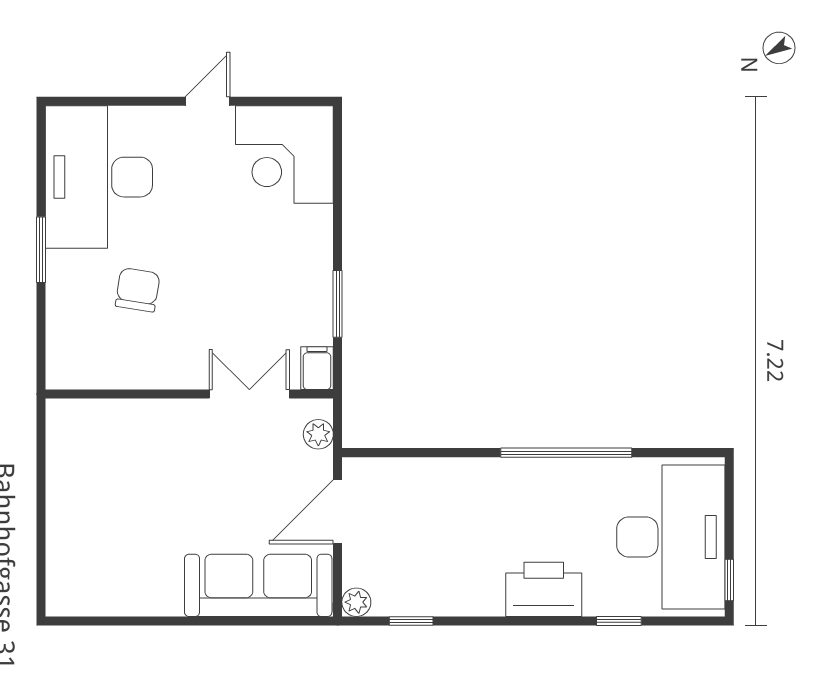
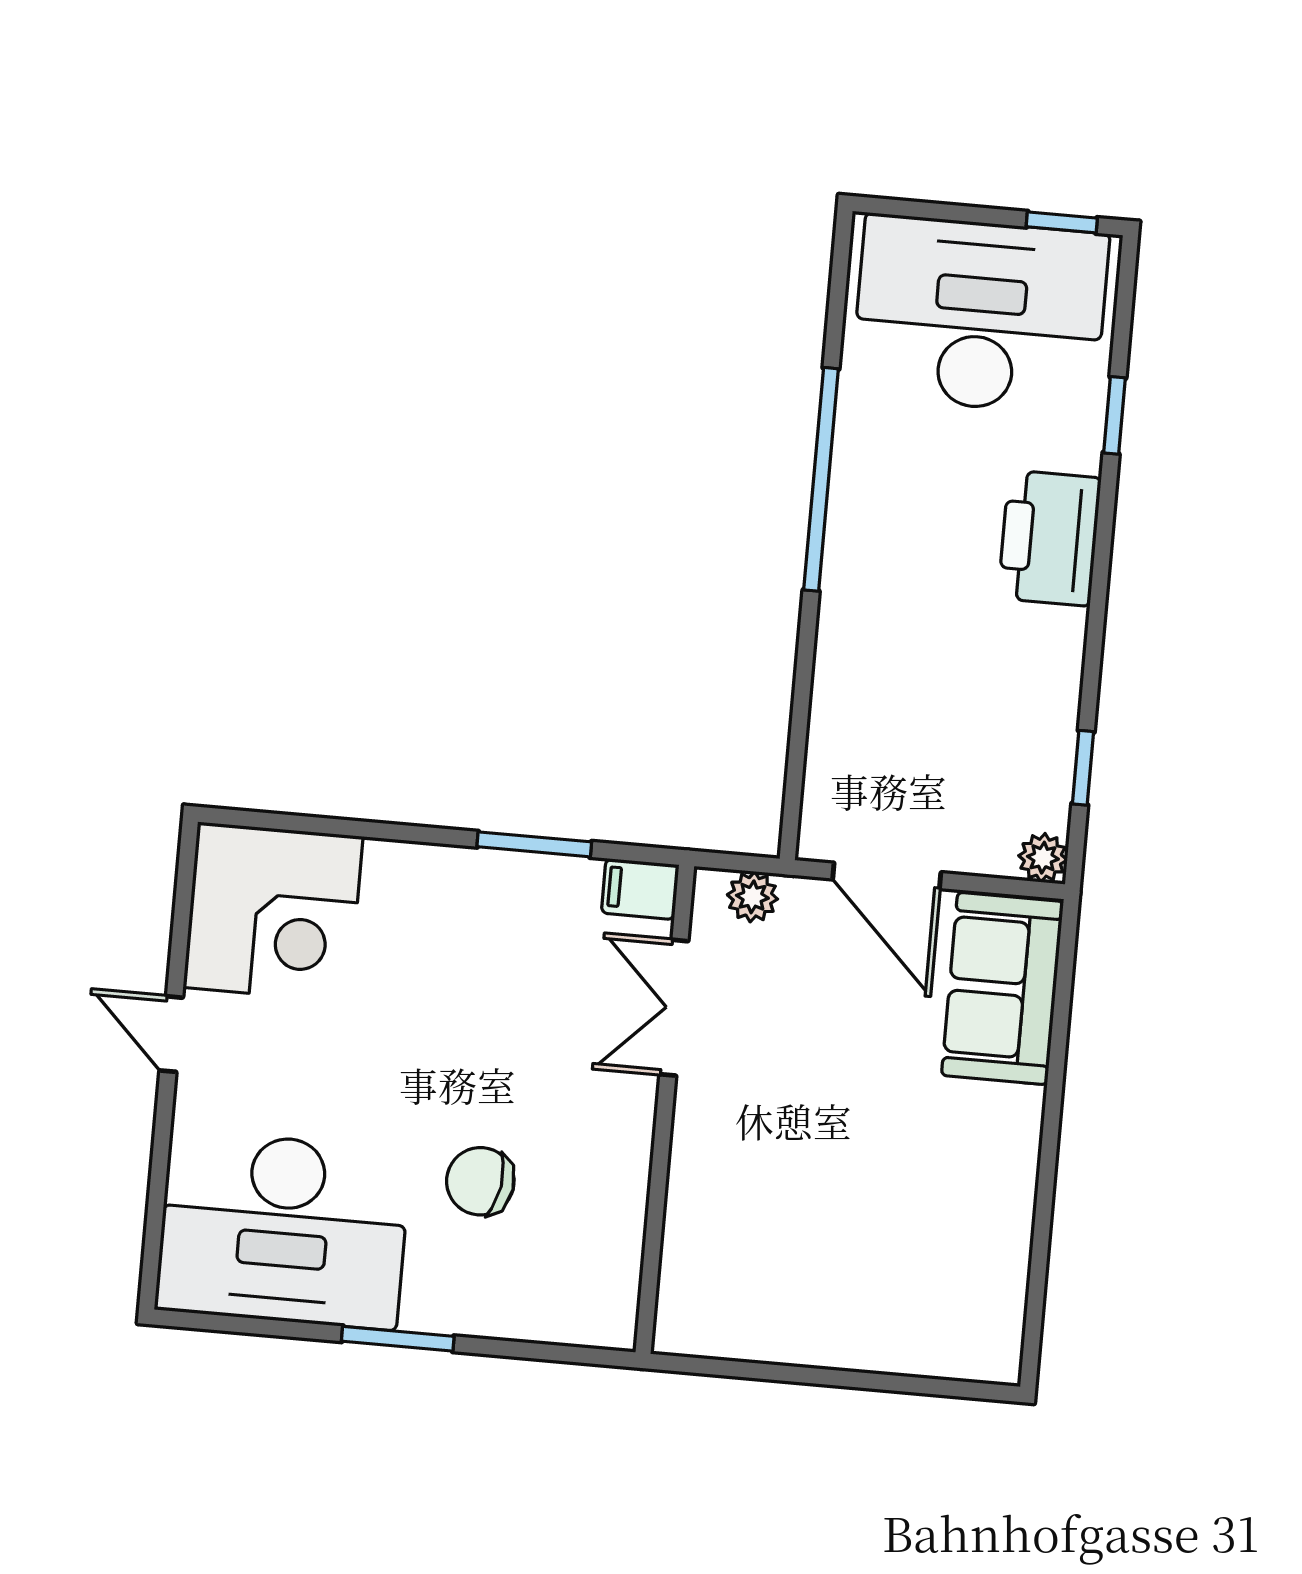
sofa: (258, 585) -> (1002, 988), width x0.73

